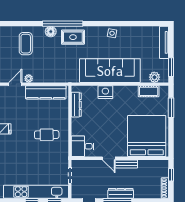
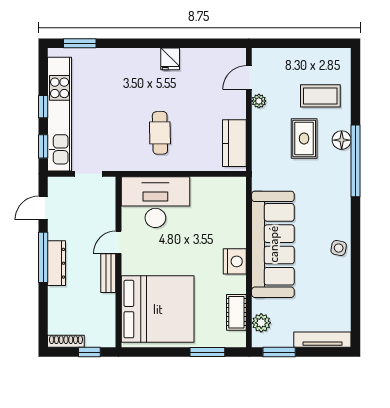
rug: (73, 37) -> (304, 138), moved
door: (15, 84) -> (249, 78), swing flipped
kitchen counter: (46, 92) -> (234, 143), width x0.67
nightstand: (105, 92) -> (235, 261), moved
dresser: (76, 105) -> (213, 185), removed
desk: (83, 146) -> (155, 202), width x1.87, depth x1.30

